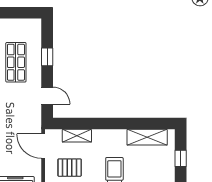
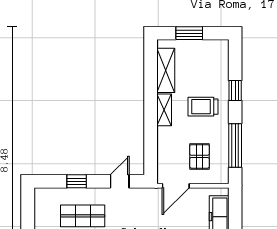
shelving: (77, 136) -> (164, 110), moved
window: (181, 158) -> (189, 33), width x1.50

